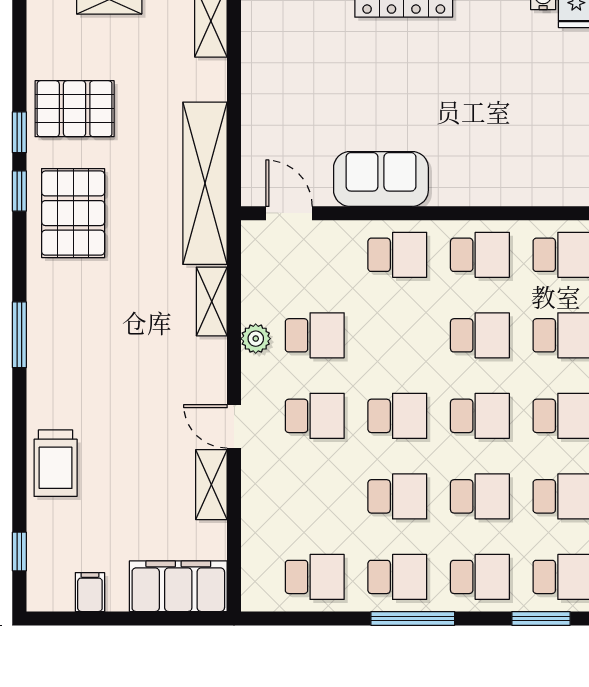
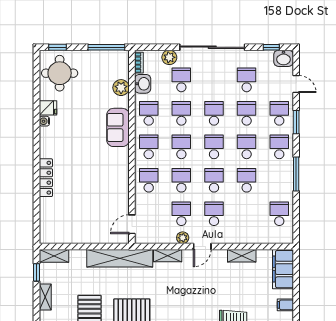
sofa: (381, 179) -> (118, 127), moved
door: (234, 426) -> (202, 246), moved
school desk: (397, 577) -> (181, 180), moved

